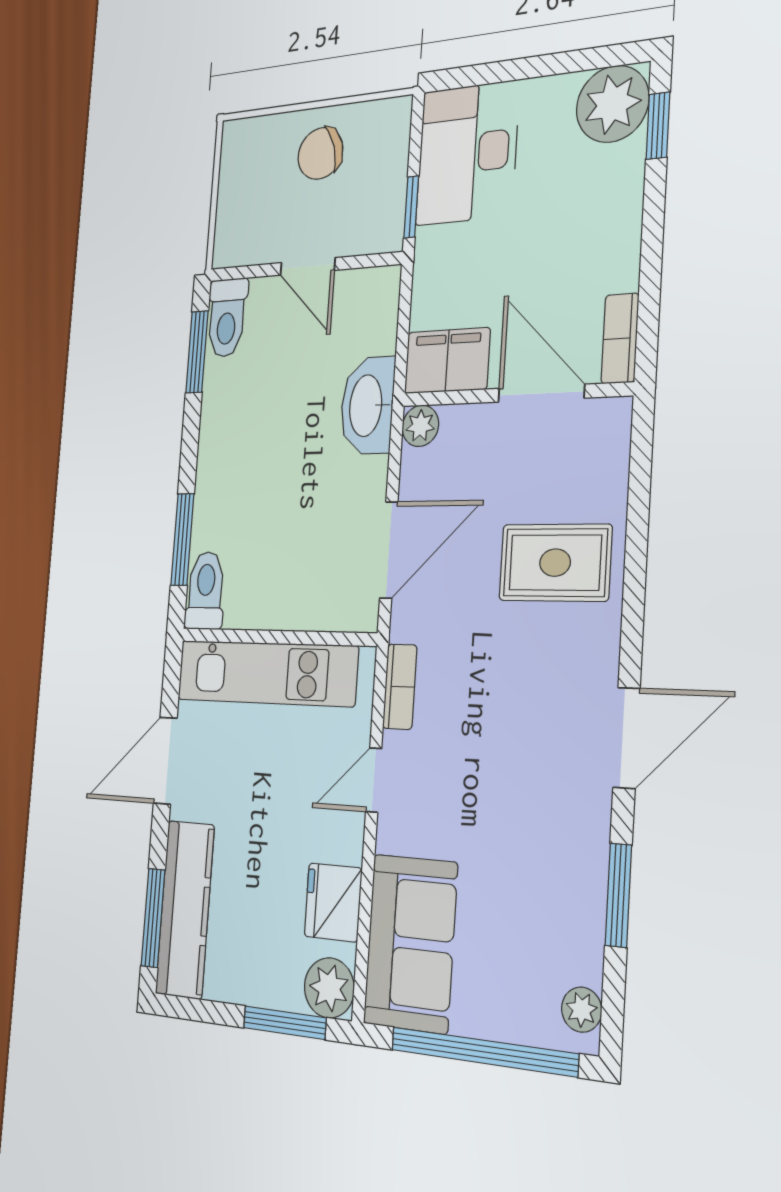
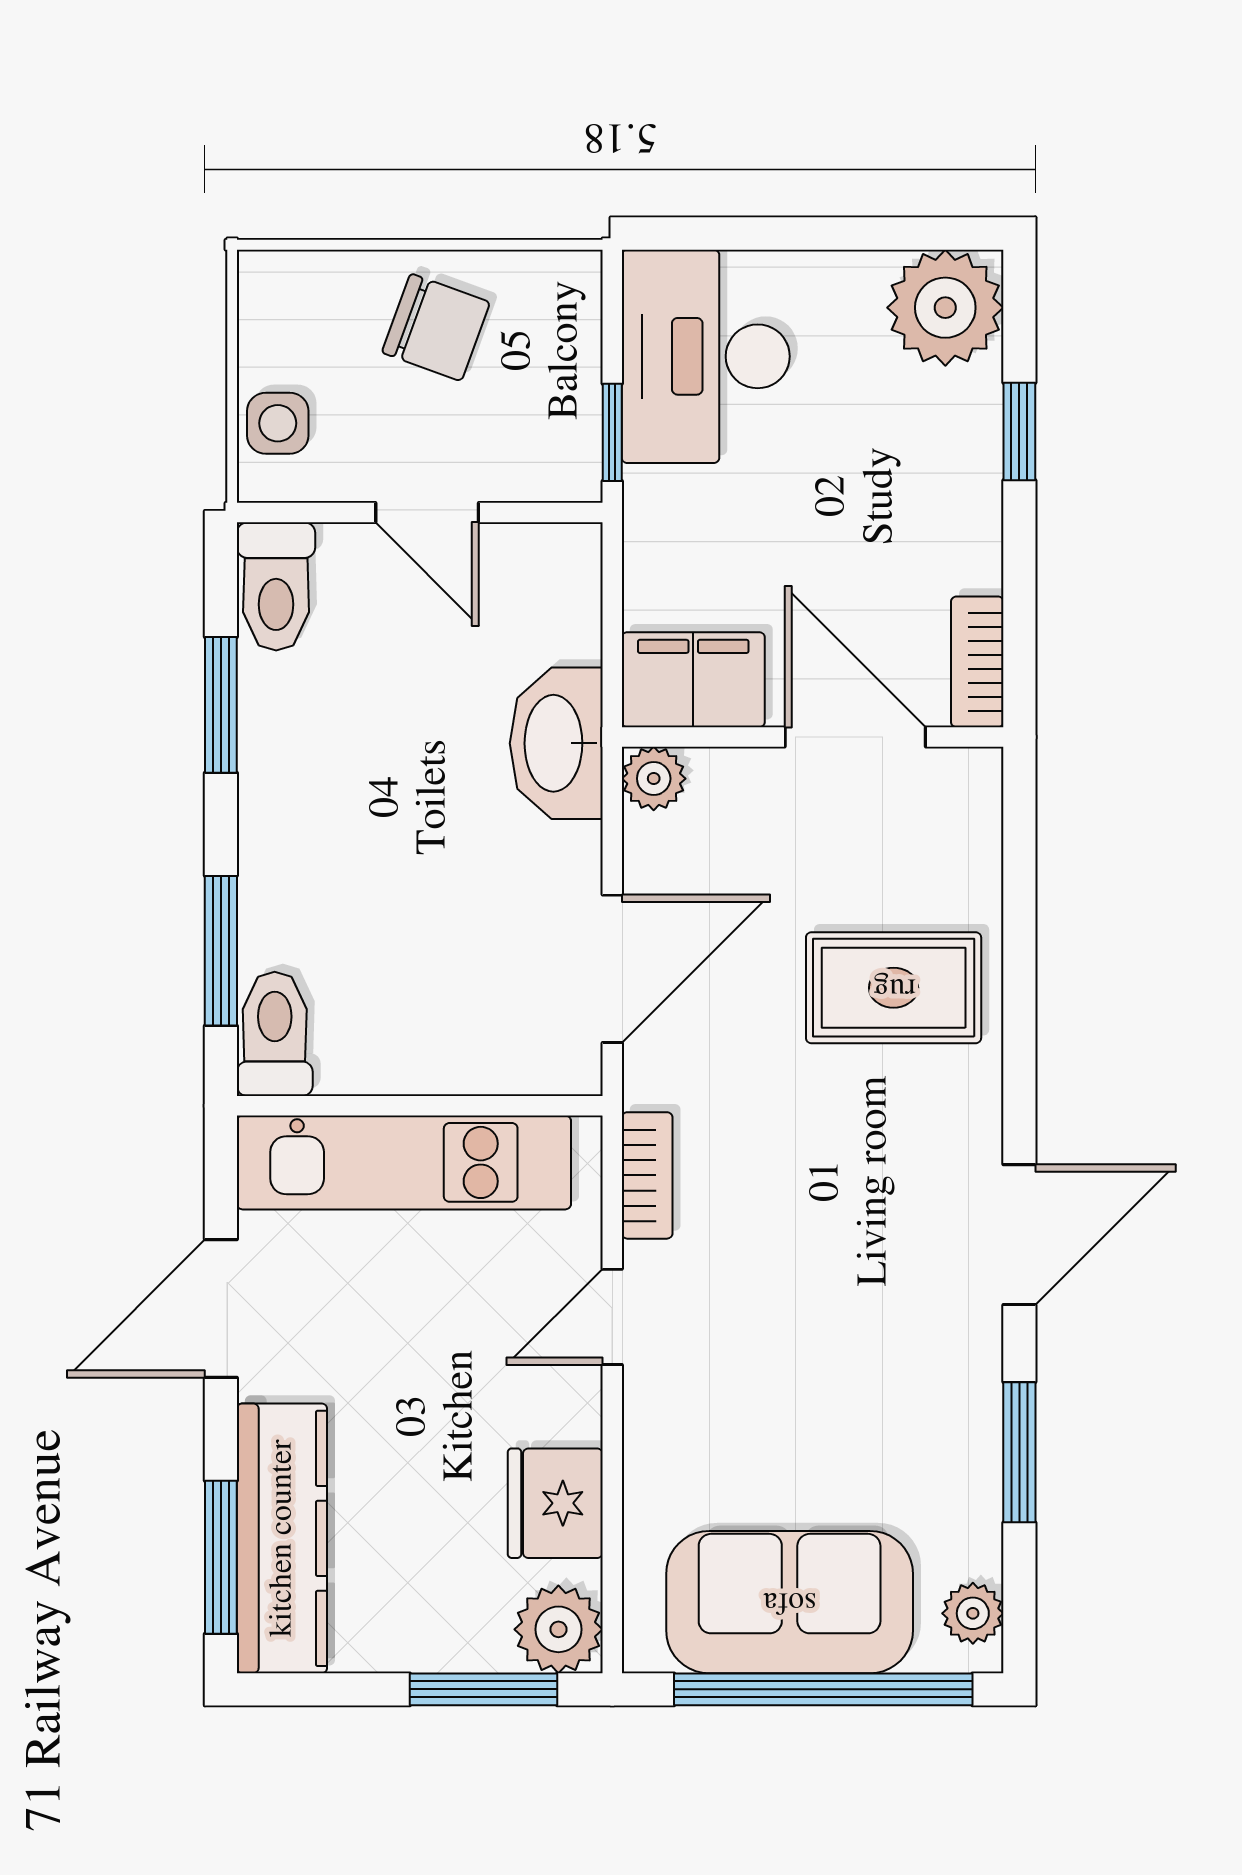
window: (658, 126) -> (1019, 431), moved
chair: (320, 153) -> (436, 327), turned -143
side table: (235, 220) -> (278, 423), added
window: (197, 352) -> (221, 705), moved
sofa: (410, 943) -> (790, 1602), moved, turned -90

